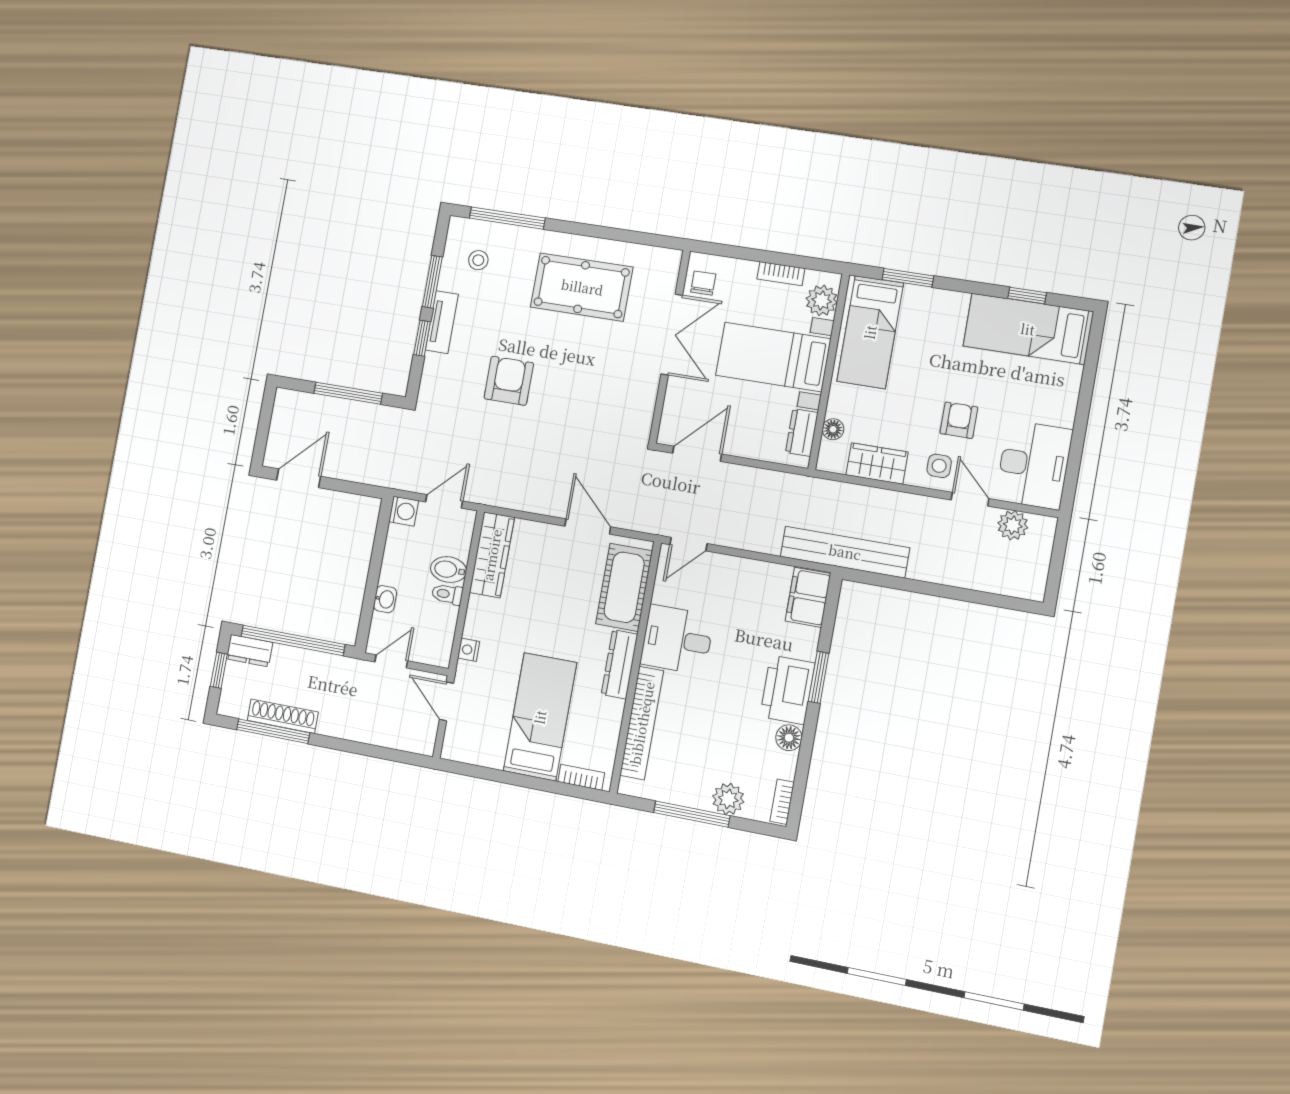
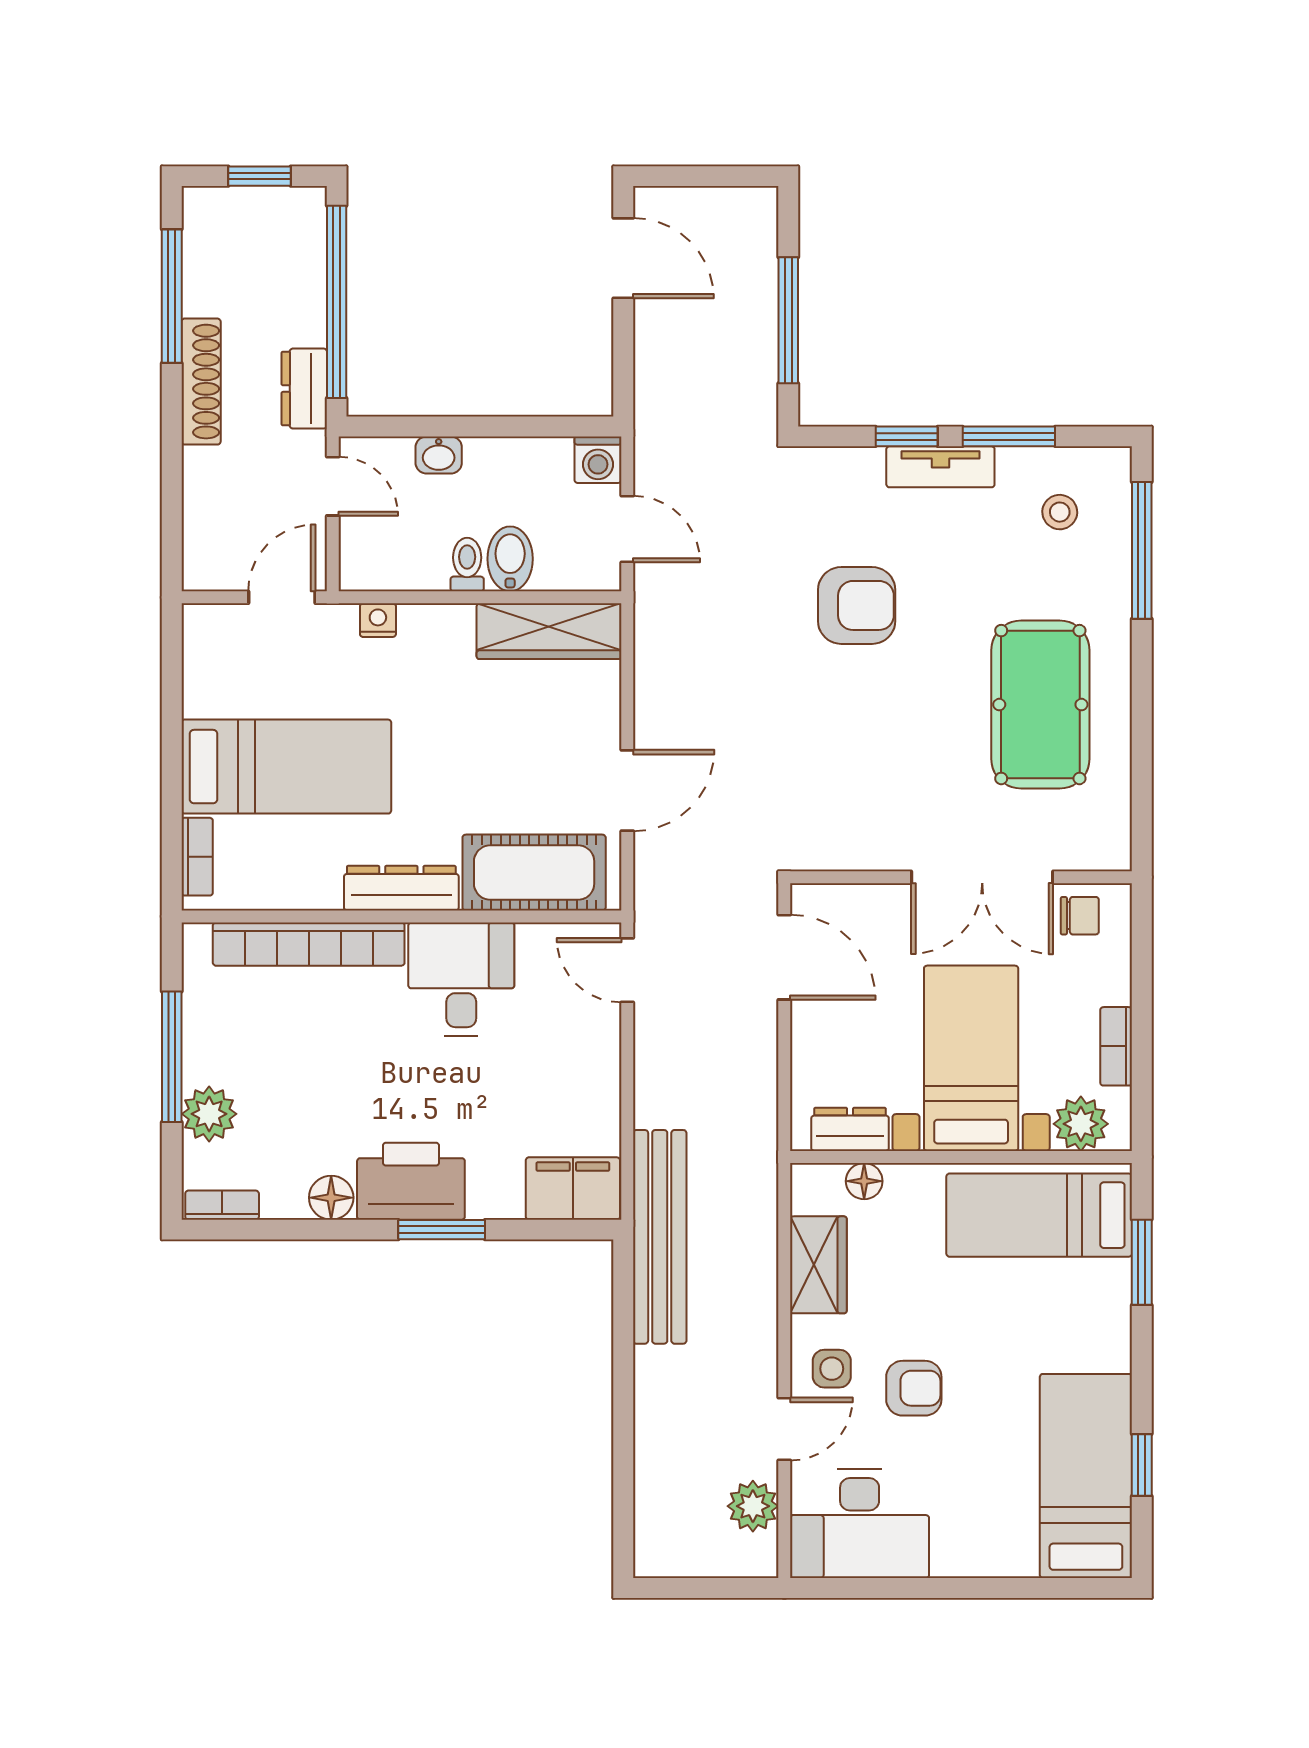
dresser: (250, 651) -> (304, 389), moved
shoe rack: (283, 716) -> (201, 382), moved

